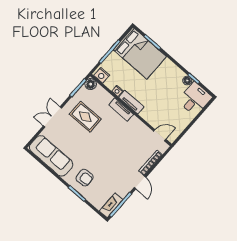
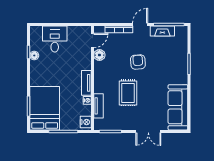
floor lamp: (91, 84) -> (99, 55), moved
desk: (195, 99) -> (55, 39), moved, turned 90
tv unit: (121, 110) -> (99, 106), moved
rug: (85, 117) -> (128, 93), moved
door: (160, 135) -> (92, 40), swing flipped
armchair: (85, 178) -> (138, 62), moved
fireplace: (111, 205) -> (162, 31), moved

